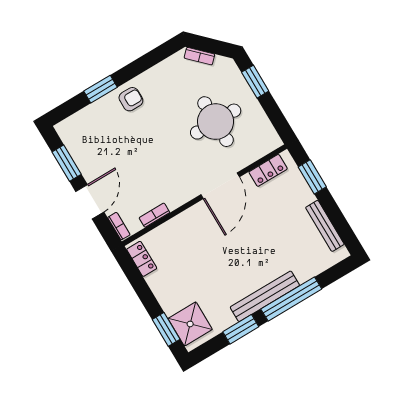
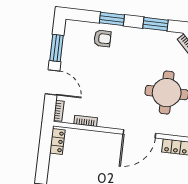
window: (150, 60) -> (155, 24), added
armchair: (131, 99) -> (102, 38), moved
door: (90, 202) -> (52, 82), hinge flipped

